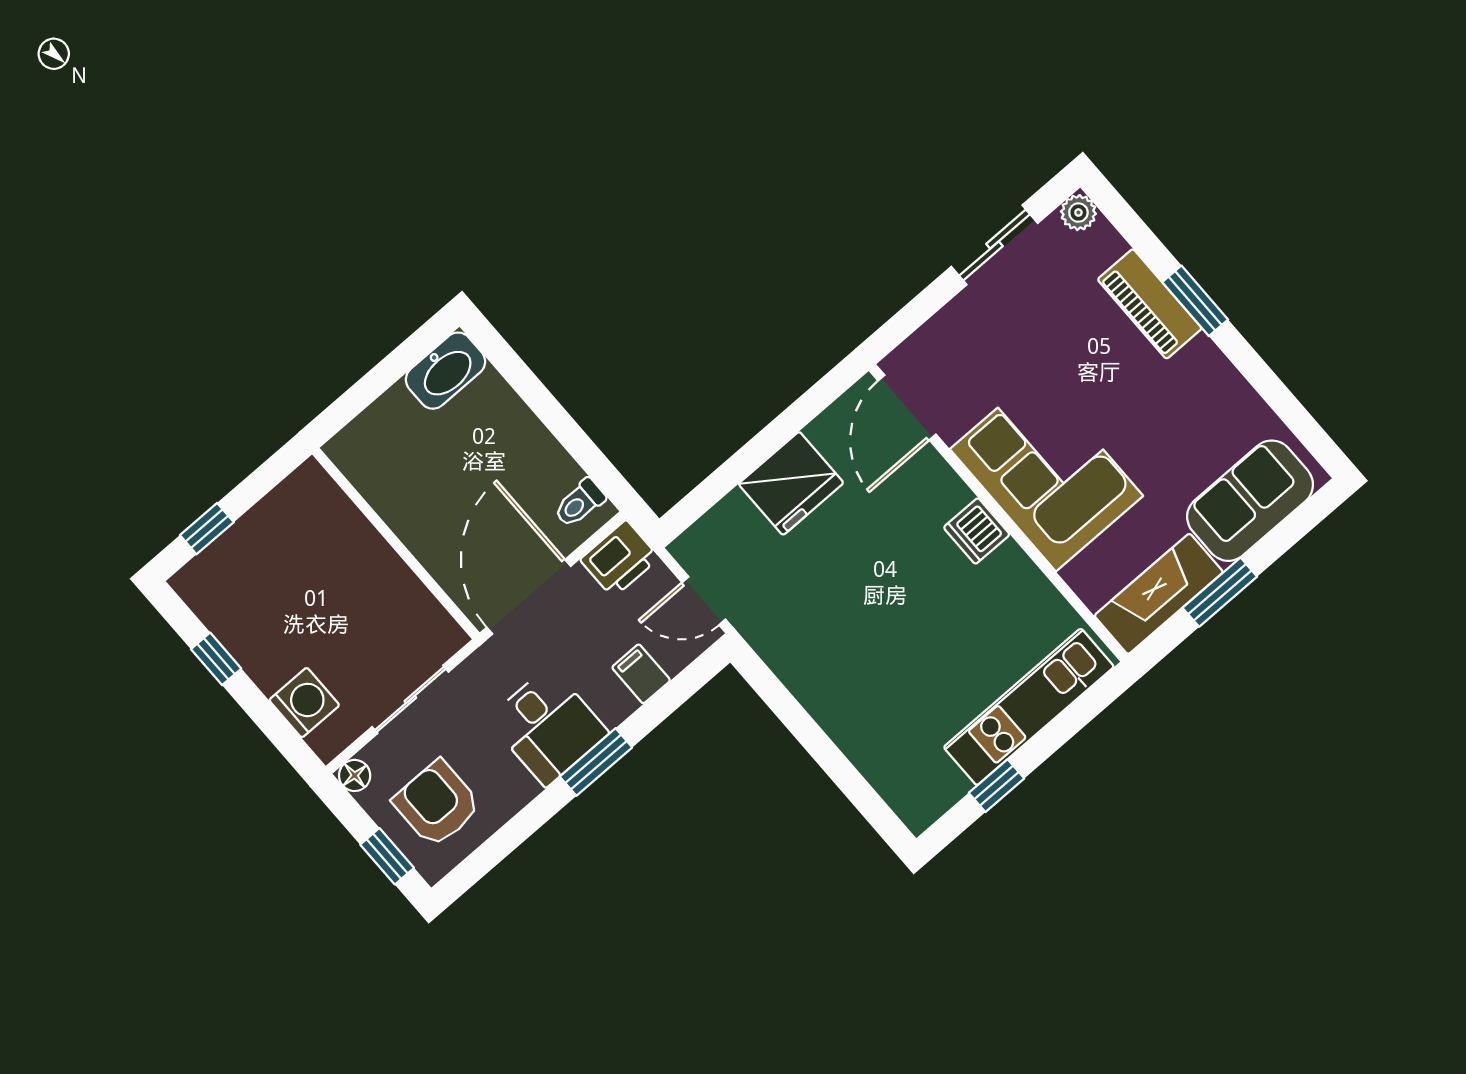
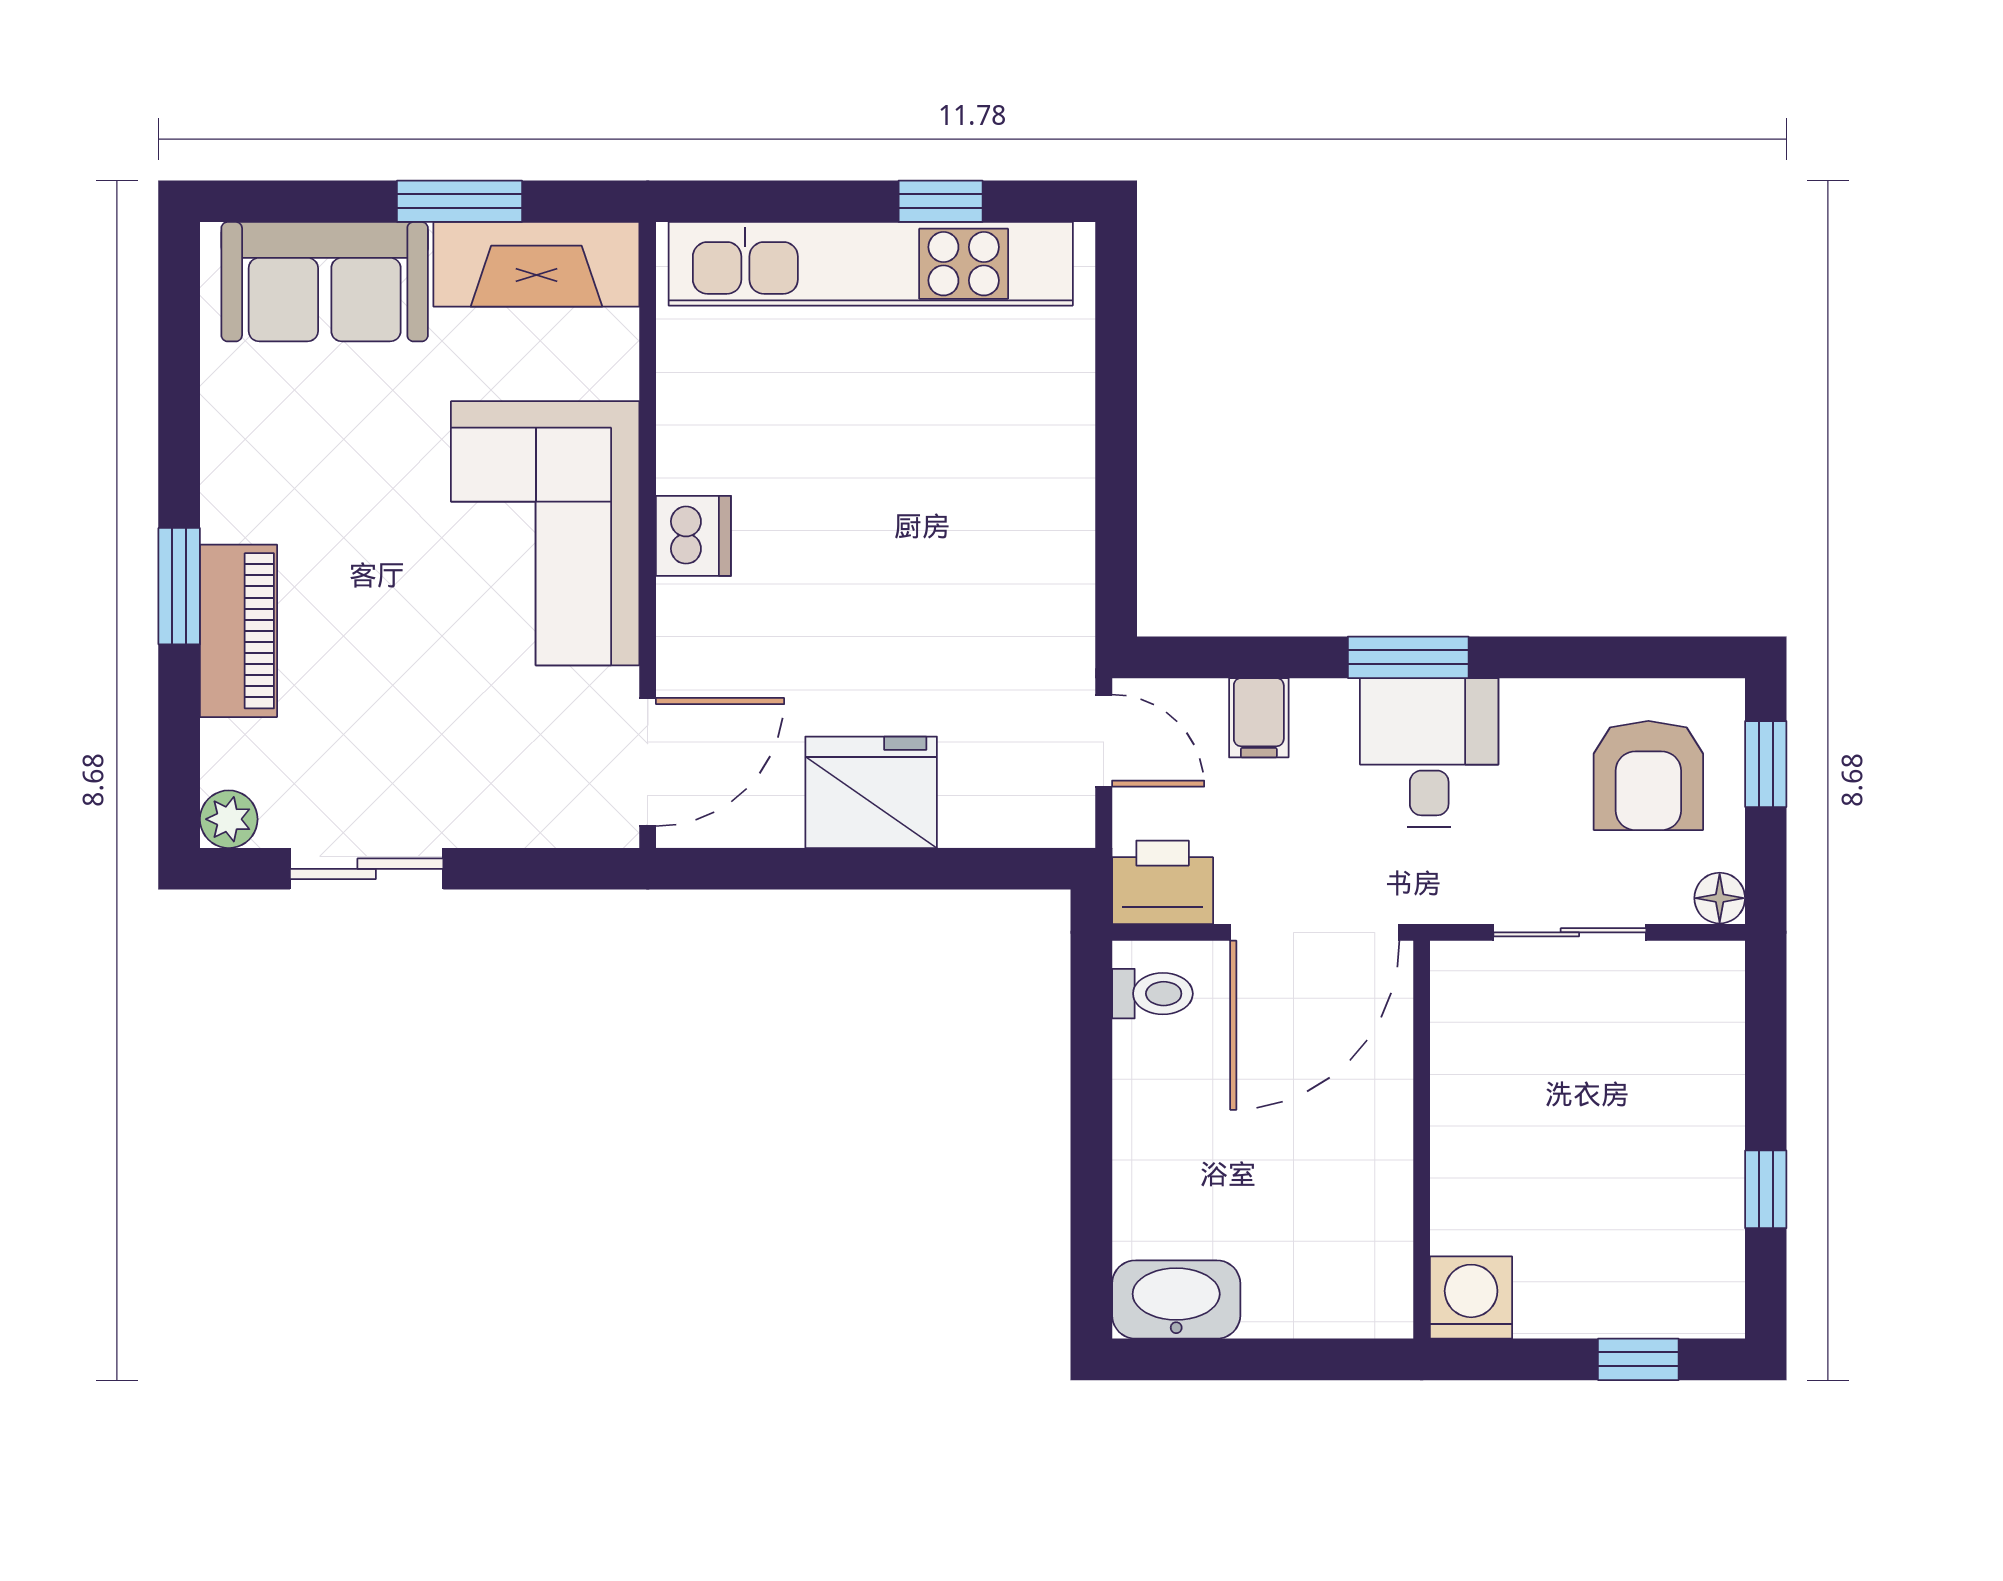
washing machine: (304, 703) -> (1471, 1298), moved, turned 90
kitchen unit: (1029, 707) -> (871, 264), width x1.36

